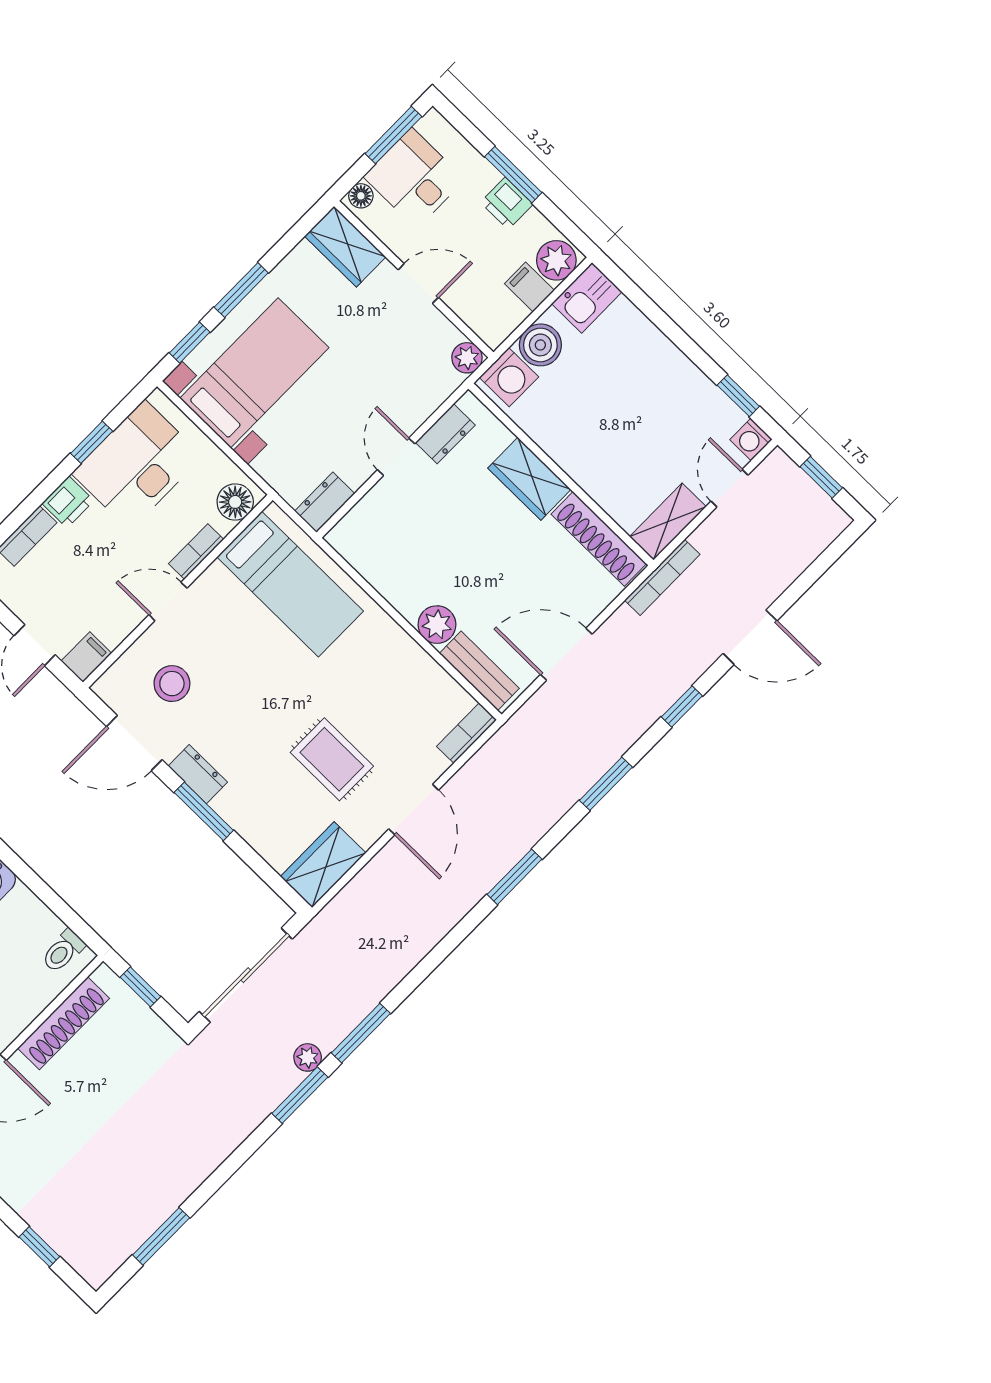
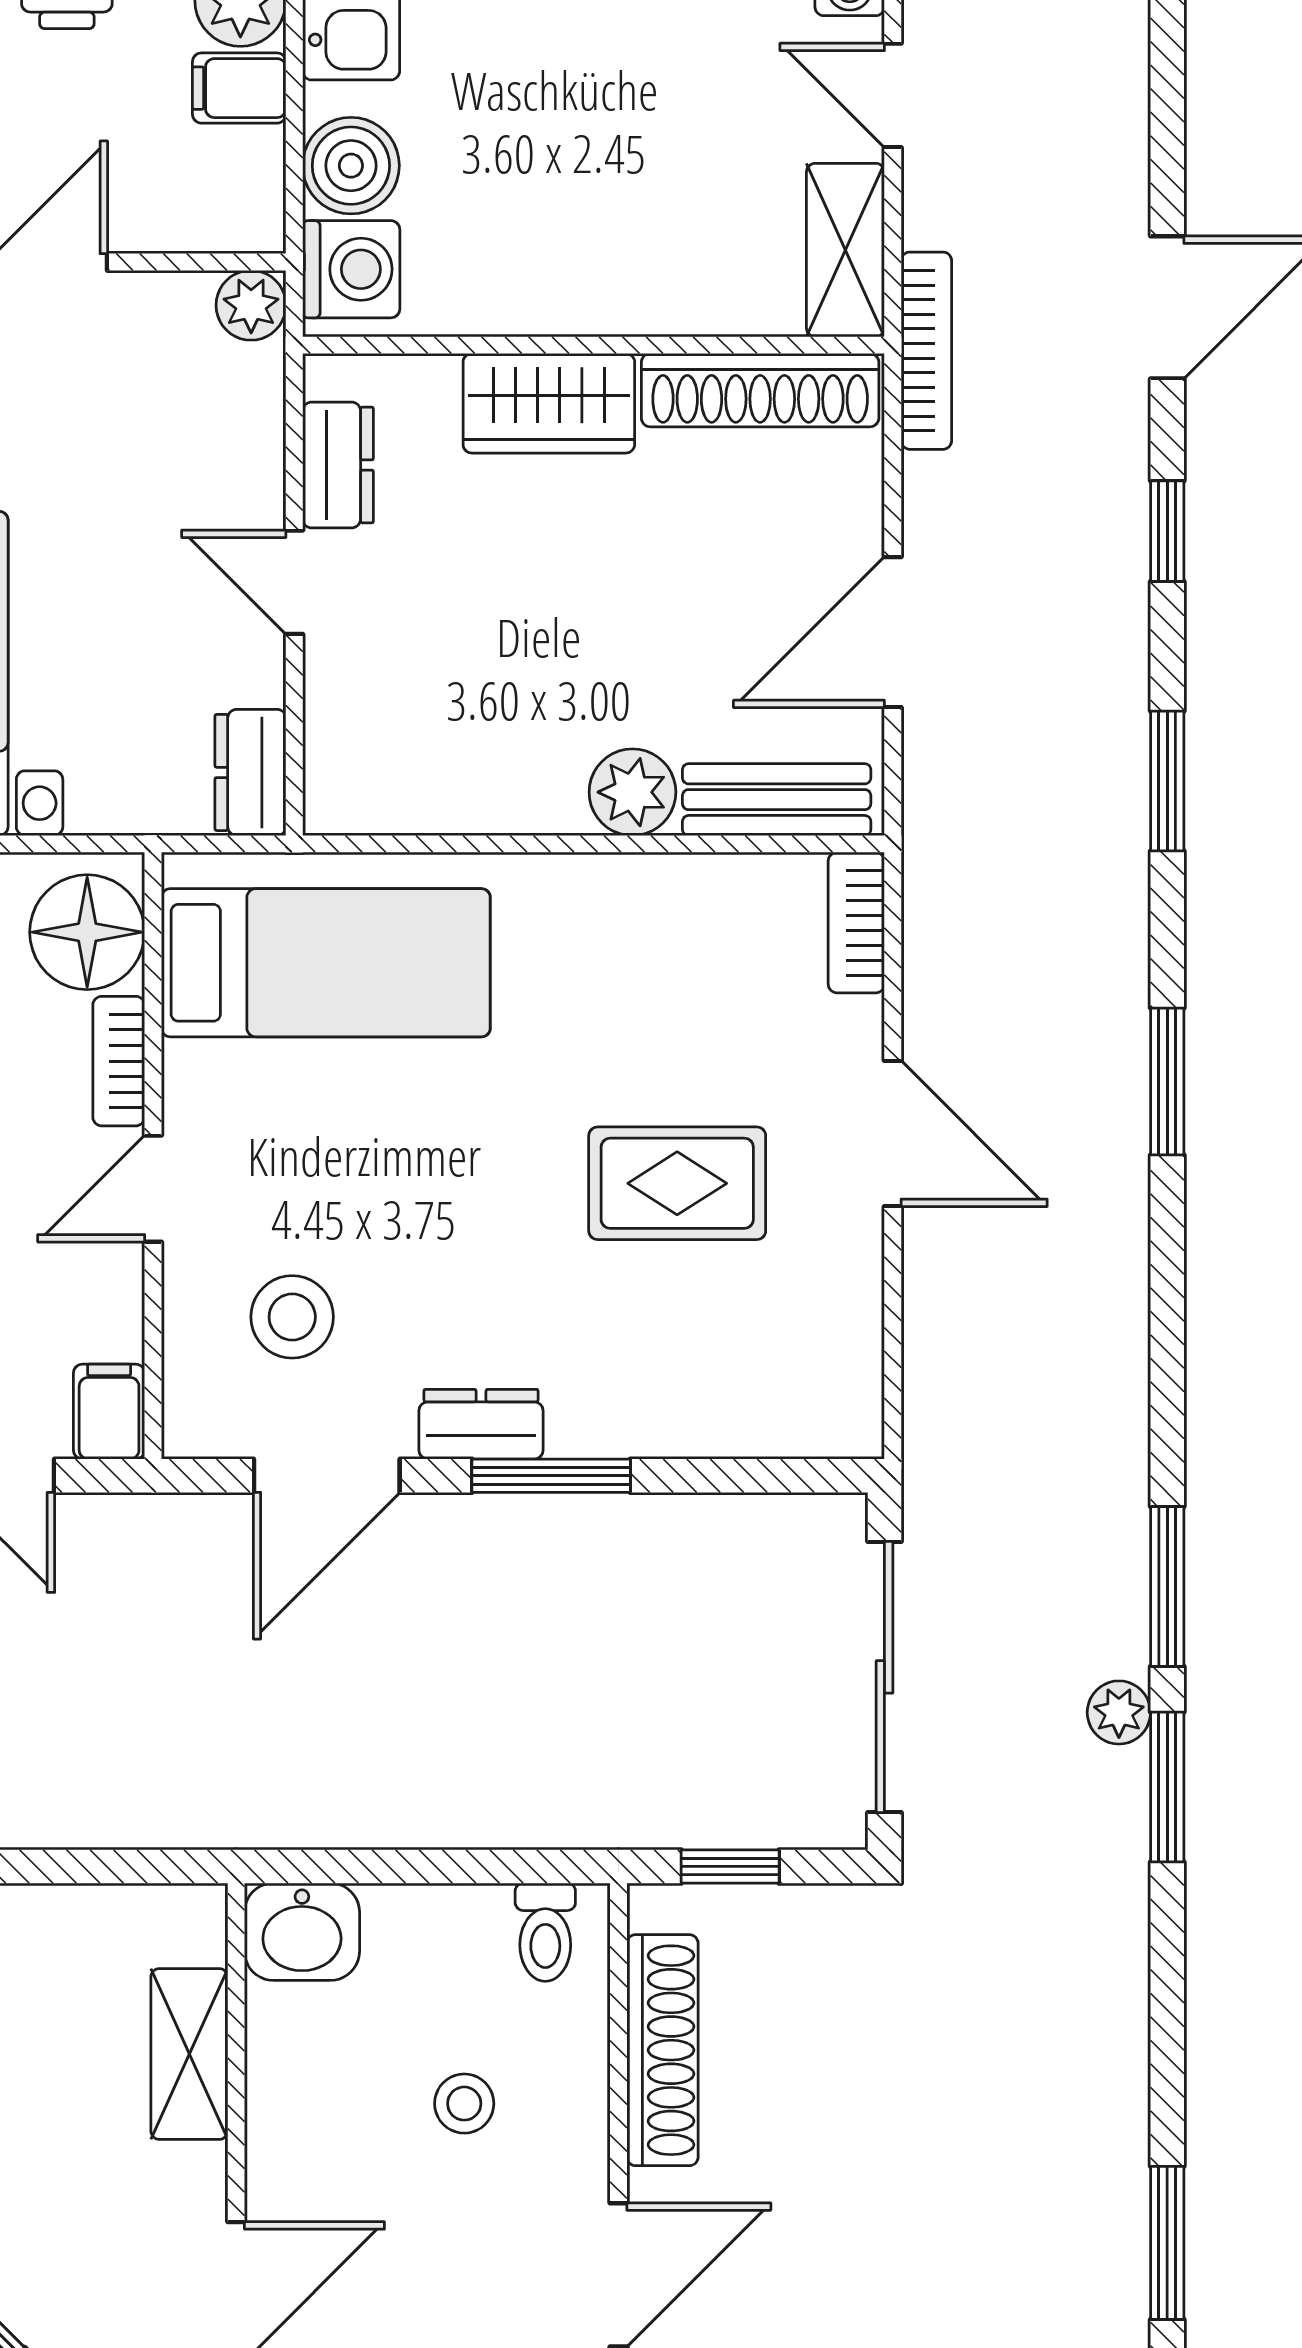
floor lamp: (235, 502) -> (87, 932), width x1.38, depth x1.38
wardrobe: (323, 865) -> (833, 1370), removed

